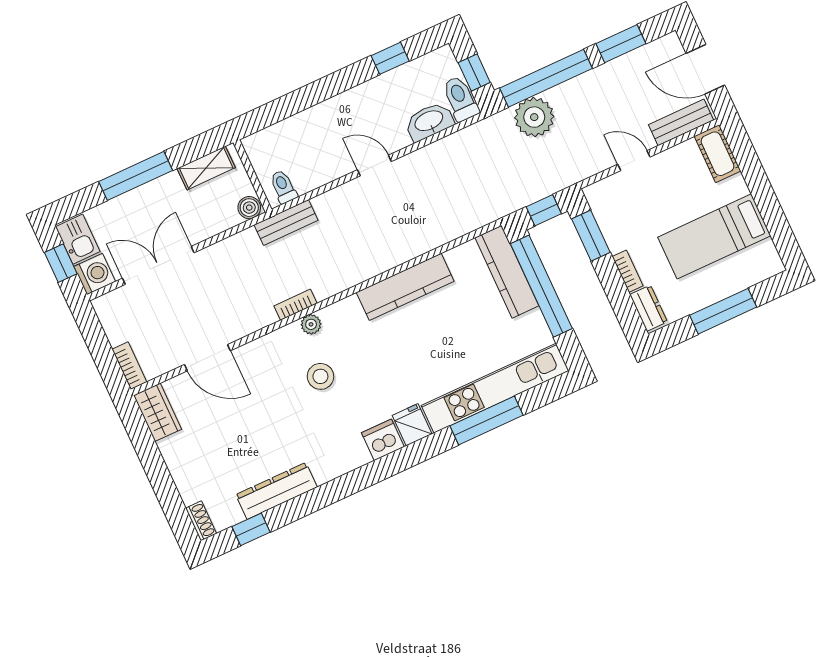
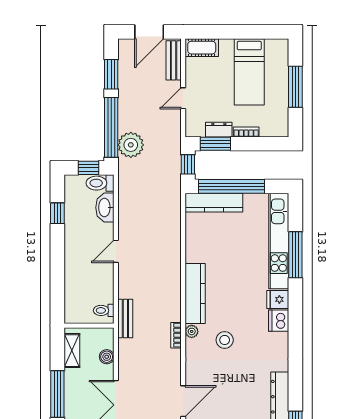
boiler: (249, 208) -> (107, 357), moved
kitchen counter: (405, 287) -> (195, 293), moved
dresser: (649, 308) -> (219, 130), moved

